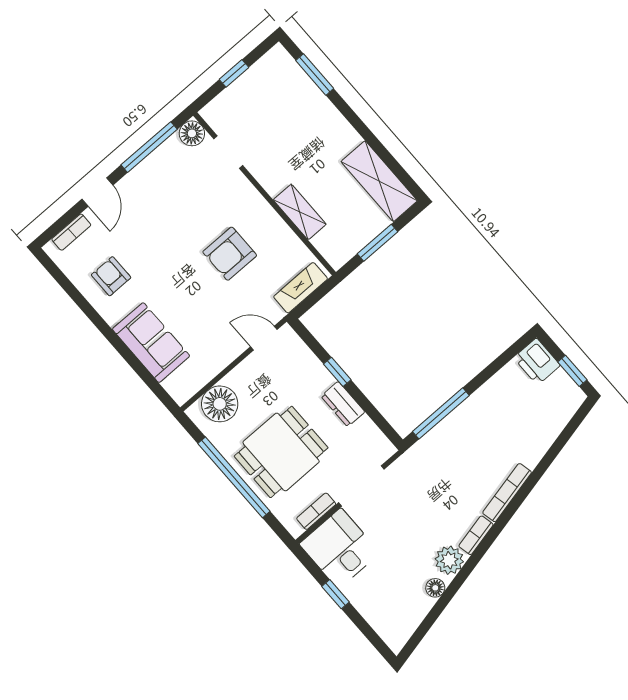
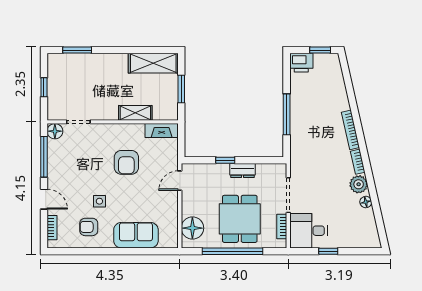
side table: (154, 262) -> (99, 201), added
fireplace: (301, 288) -> (162, 131), moved, turned -90
window: (441, 413) -> (287, 114), moved

